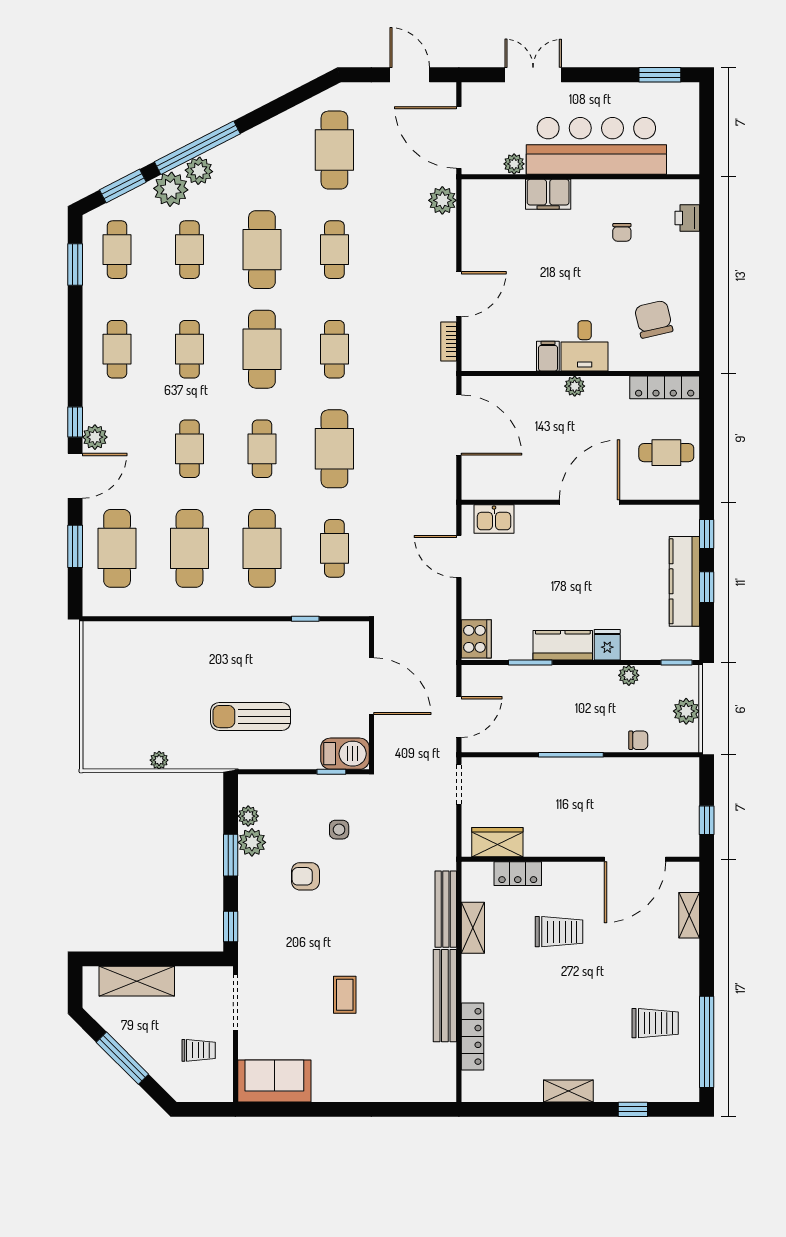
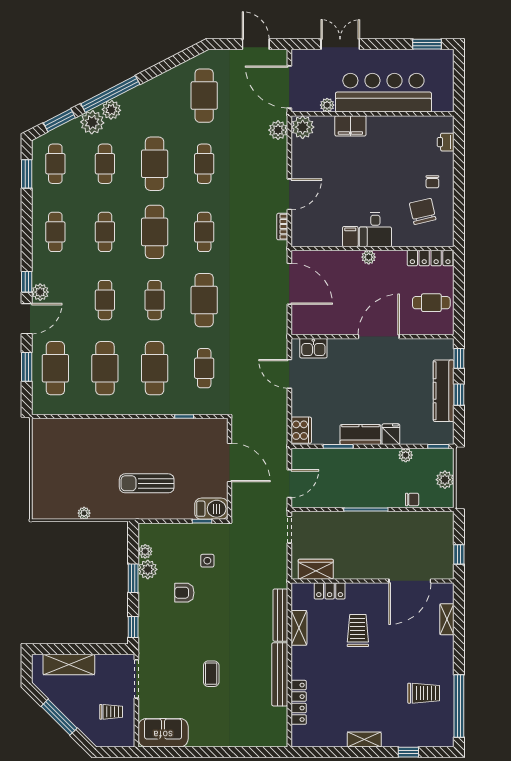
plant: (478, 196) -> (303, 127), added
chair: (622, 232) -> (432, 182), moved
trolley: (559, 932) -> (358, 631), turned -90

